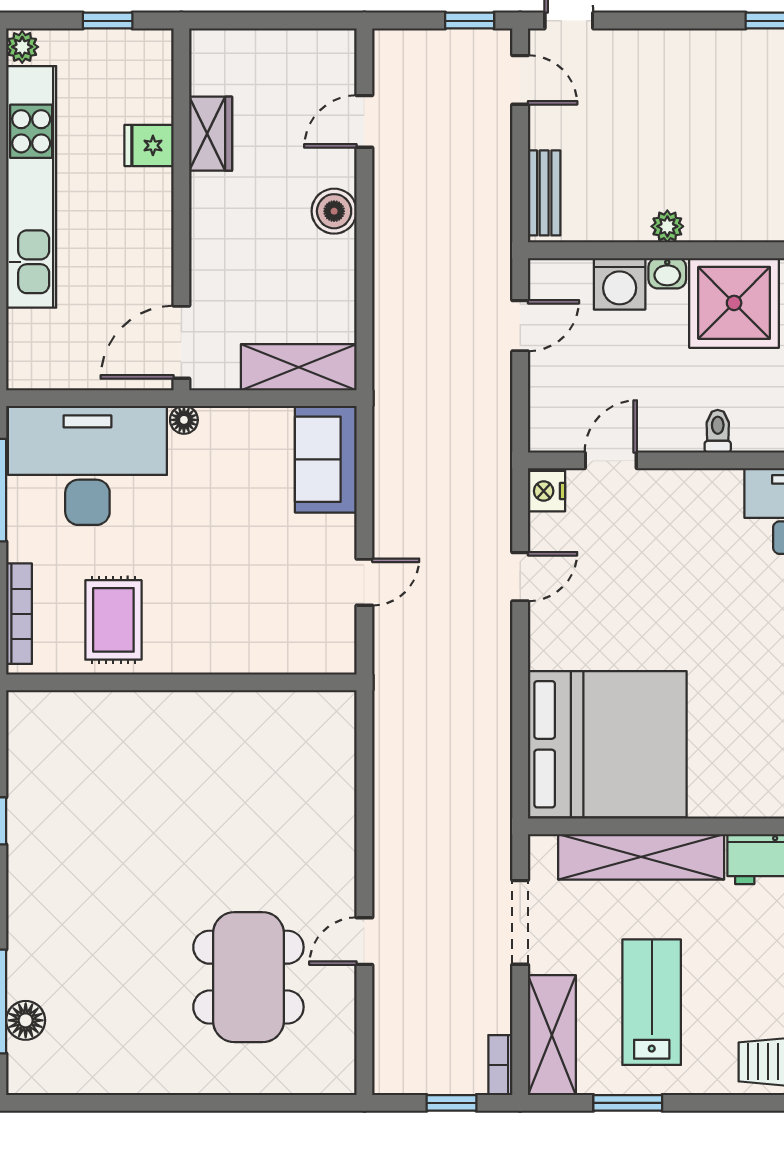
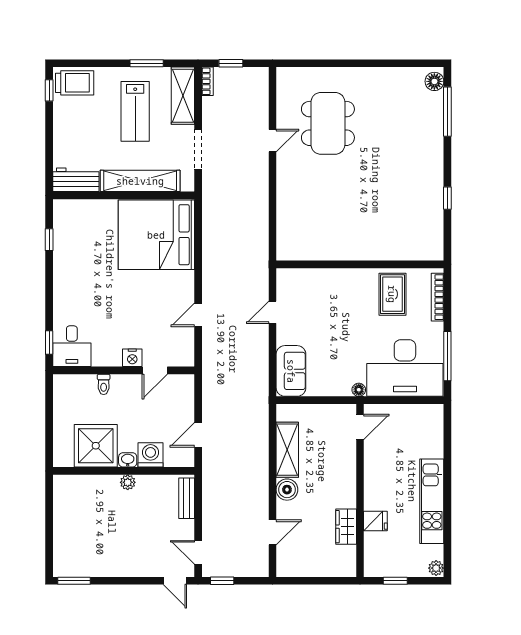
kitchen unit: (31, 187) -> (432, 501), width x0.73
door: (181, 342) -> (360, 427), width x0.73
shelving: (299, 367) -> (287, 450), moved, turned 90
nightstand: (547, 491) -> (132, 358), moved, turned 90
floor lamp: (26, 1020) -> (434, 81), moved

